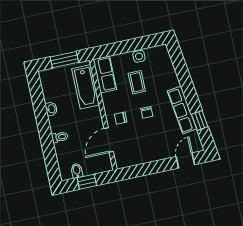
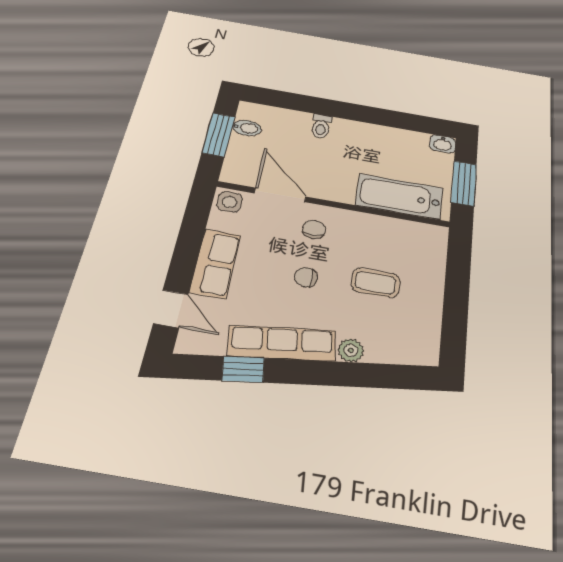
side table: (139, 56) -> (230, 202), moved
row of seats: (105, 74) -> (215, 263), moved, turned -90
plant: (173, 81) -> (351, 350), added
washbasin: (51, 109) -> (443, 144), moved
window: (87, 182) -> (219, 135), width x1.50

